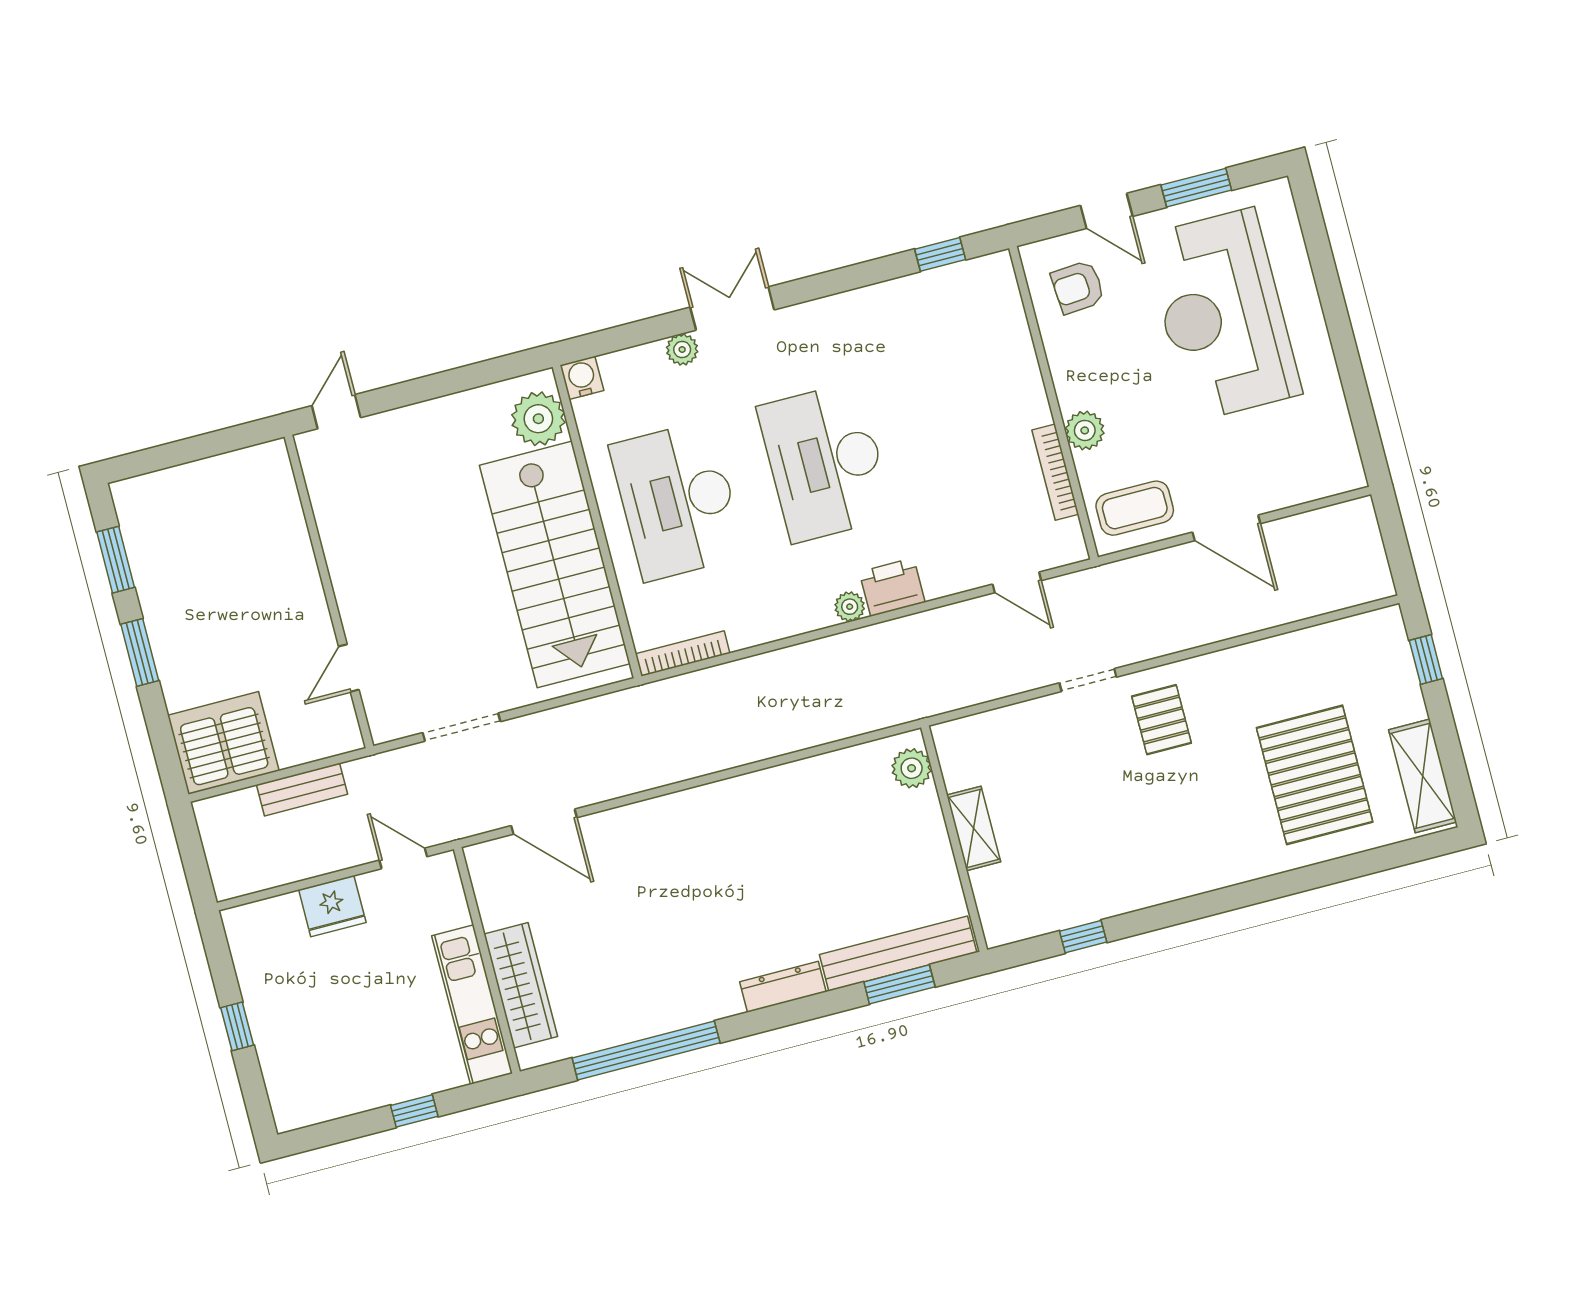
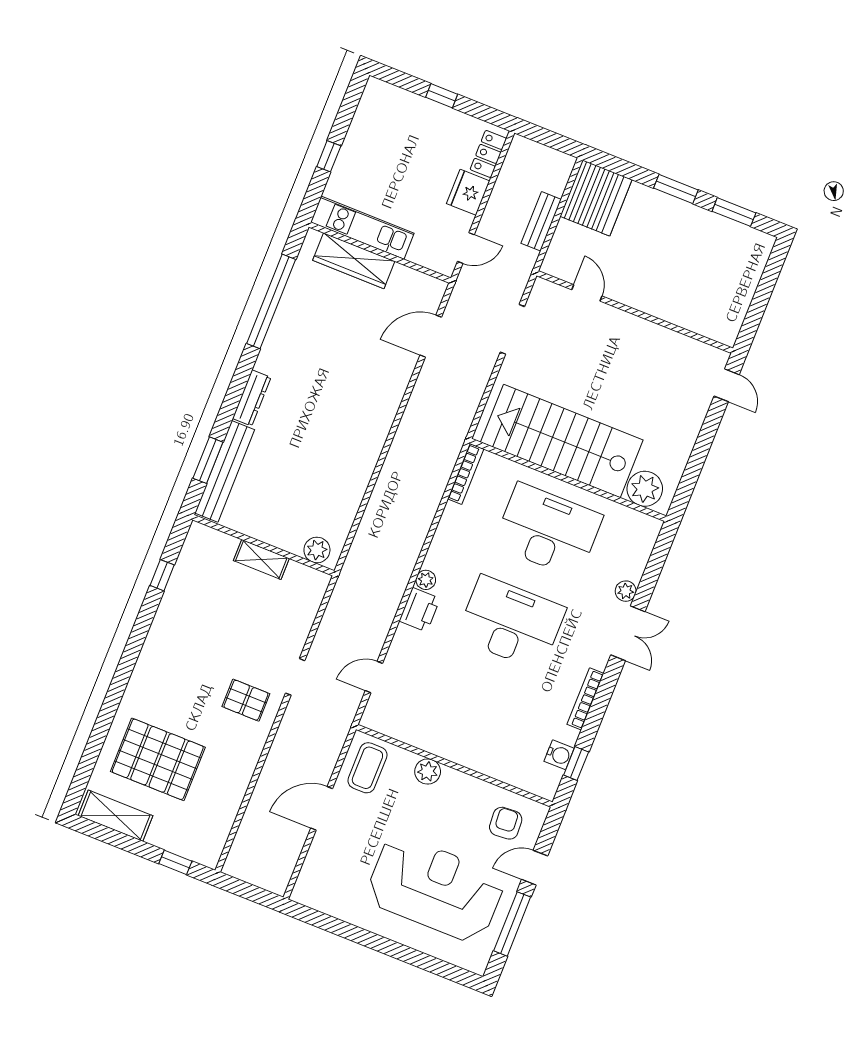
window: (1196, 188) -> (512, 924), width x1.44
water cooler: (582, 378) -> (559, 755), moved
bookcase: (1055, 472) -> (585, 699), moved, turned -90
locker: (267, 916) -> (488, 154), added

